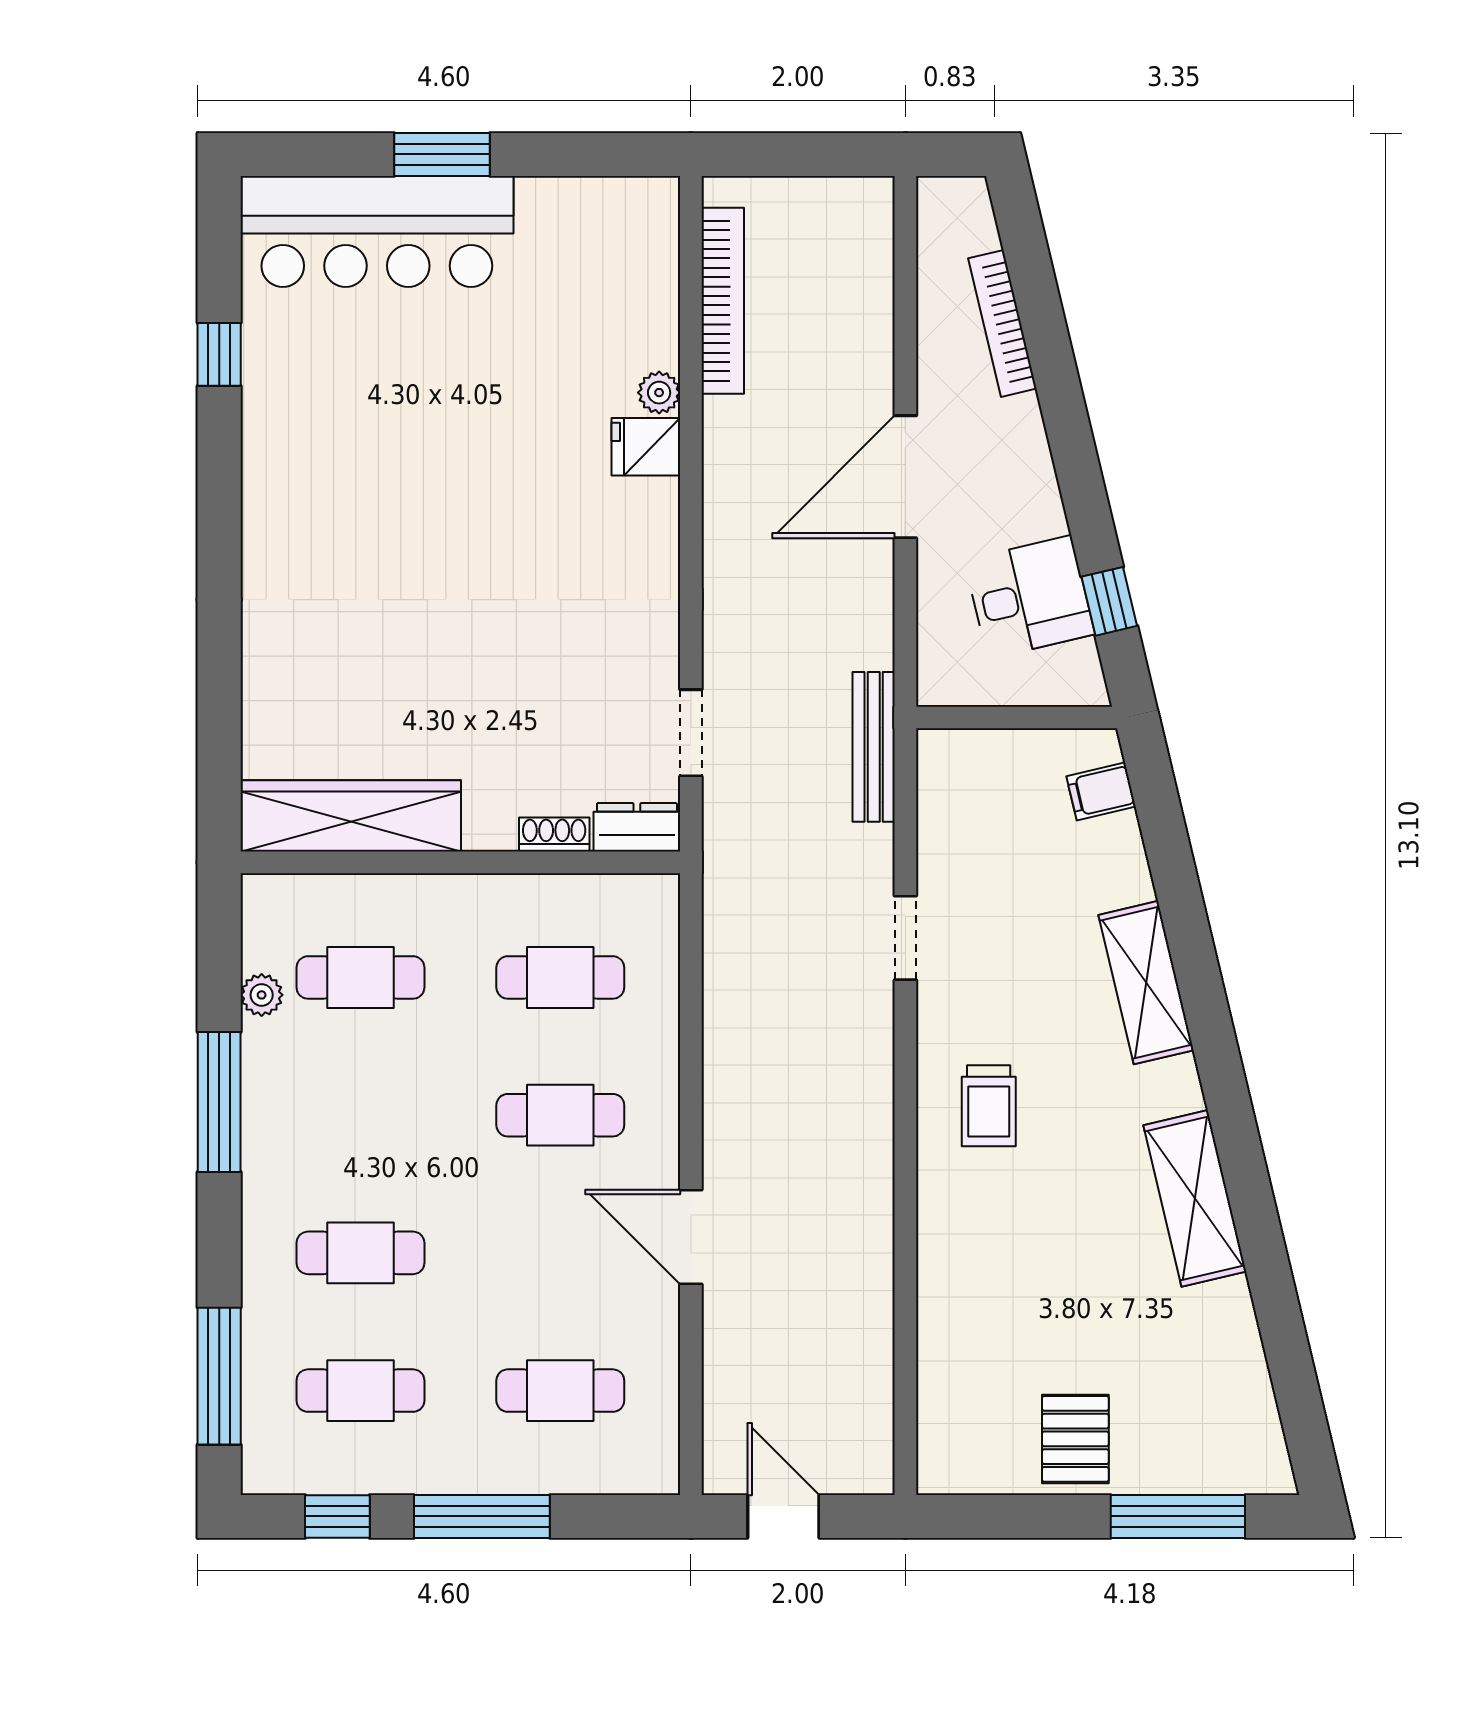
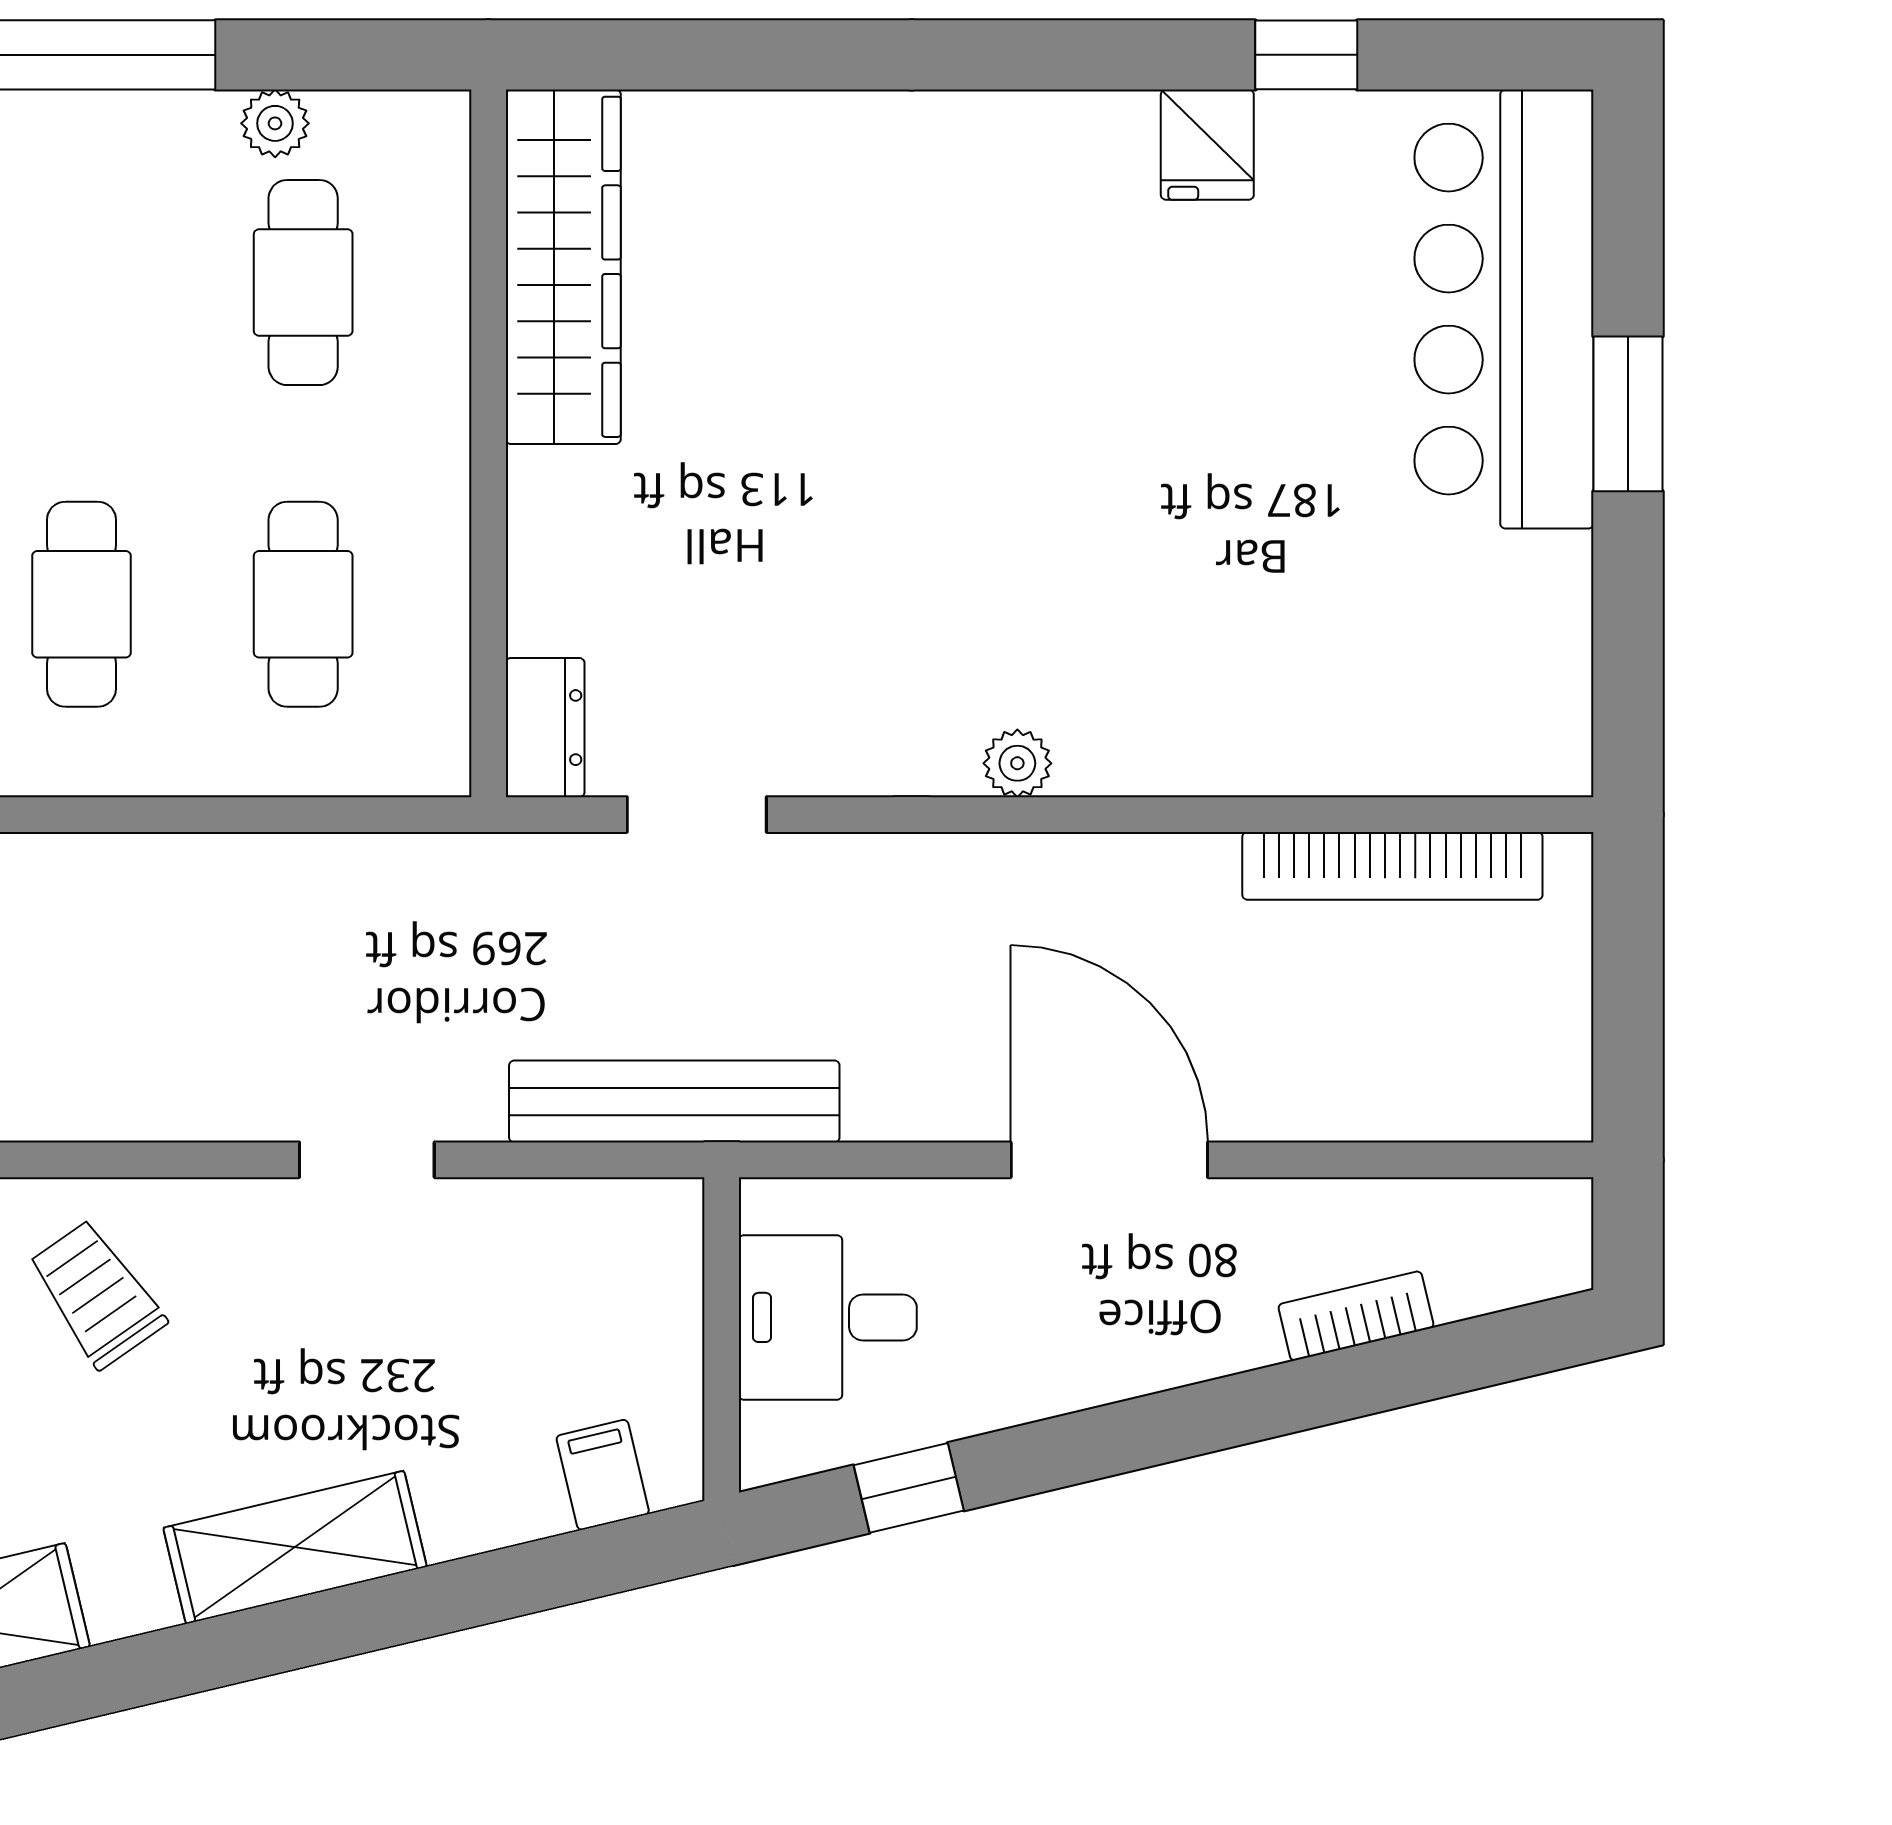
bookcase: (1002, 323) -> (1356, 1316), width x0.64
plant: (659, 393) -> (1017, 763), moved
fridge: (646, 447) -> (1207, 145), moved, turned 180
desk: (1029, 597) -> (828, 1317), moved, turned 103
bench: (874, 747) -> (674, 1101), width x1.37, depth x1.21
shoe rack: (554, 834) -> (533, 594), removed
trolley: (989, 1106) -> (97, 1294), turned 55

